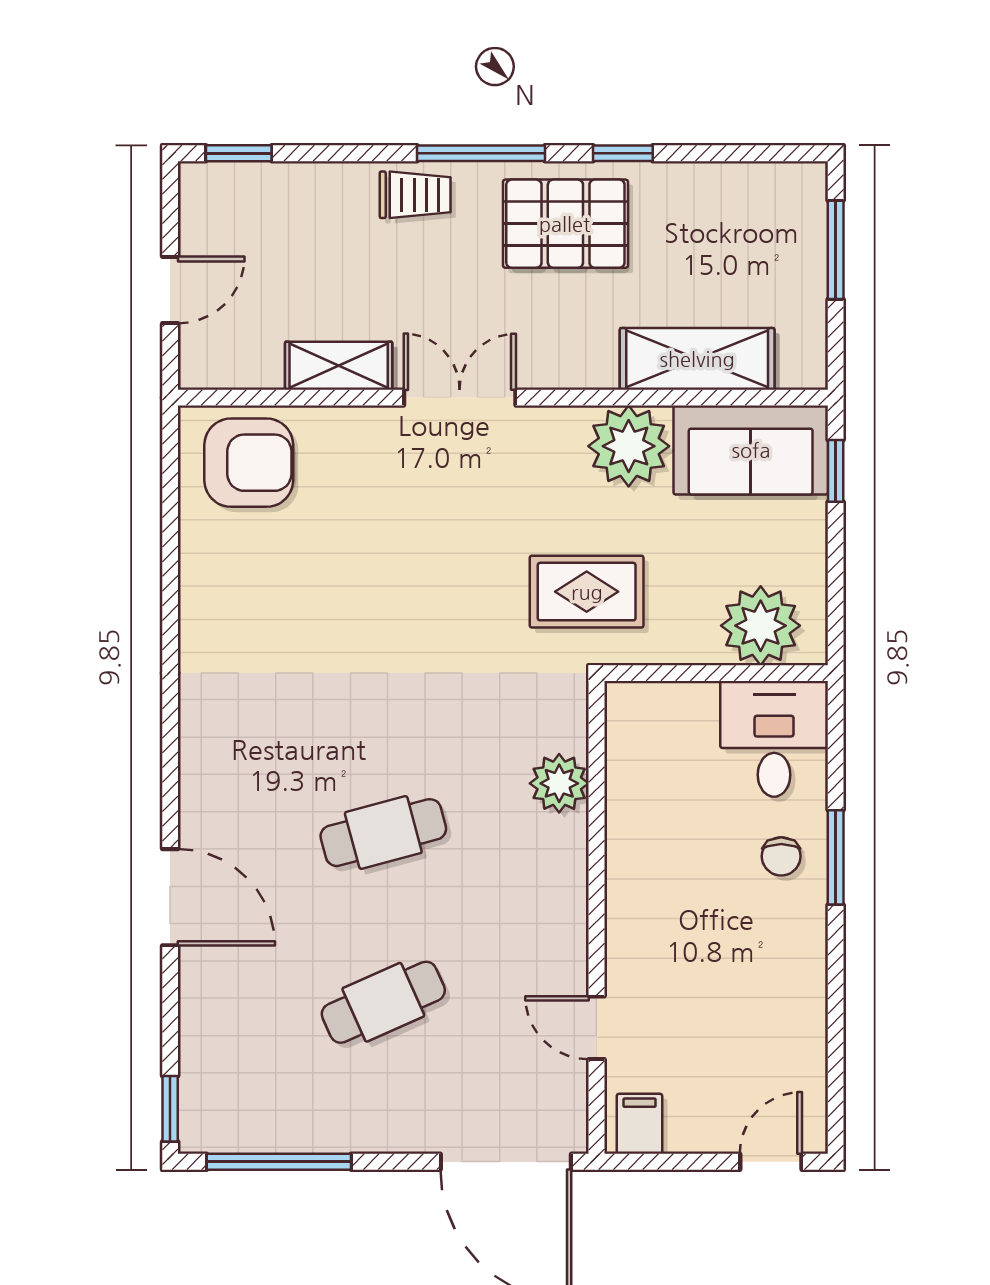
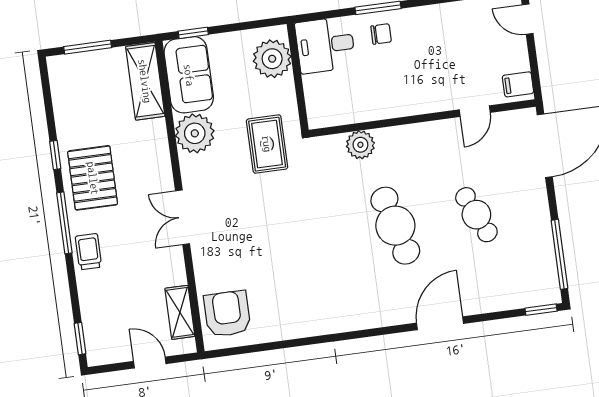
shelving: (697, 359) -> (145, 81), moved
shelving: (339, 366) -> (180, 312), moved
cafe table: (383, 833) -> (395, 226), width x1.37, depth x1.35

